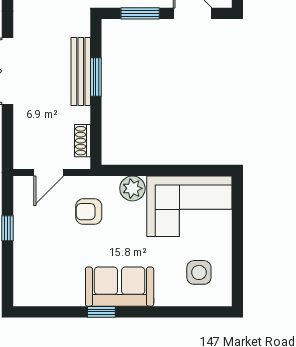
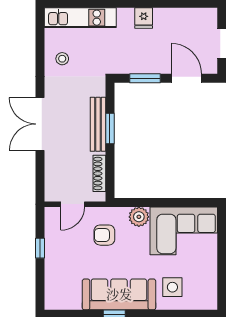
shoe rack: (83, 141) -> (99, 173), width x1.43
side table: (199, 272) -> (172, 287), moved
sofa: (120, 287) -> (119, 294), width x1.36

